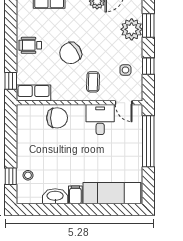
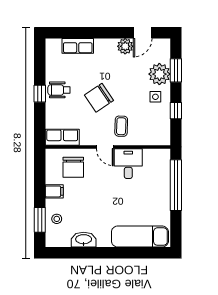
side table: (125, 70) -> (155, 97), moved
window: (11, 81) -> (40, 94), moved
door: (124, 103) -> (105, 147), moved
chair: (57, 118) -> (73, 167), moved, turned 90
window: (11, 176) -> (40, 220), width x1.50
filing cabinet: (75, 195) -> (54, 191), moved, turned 90

